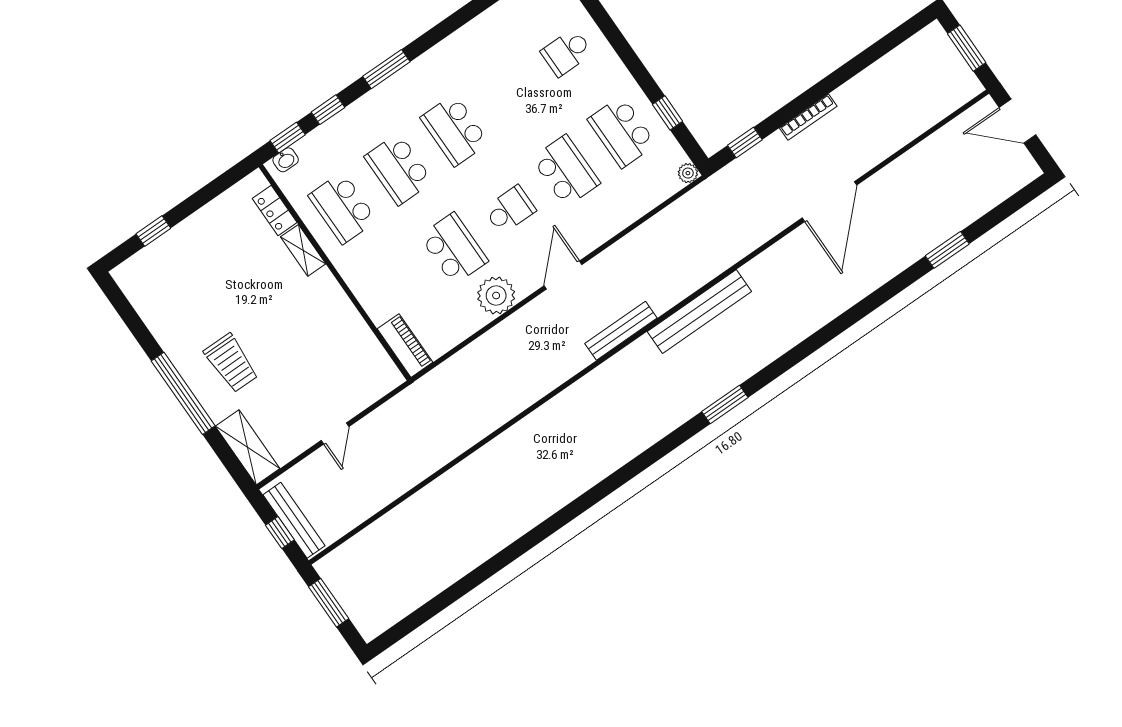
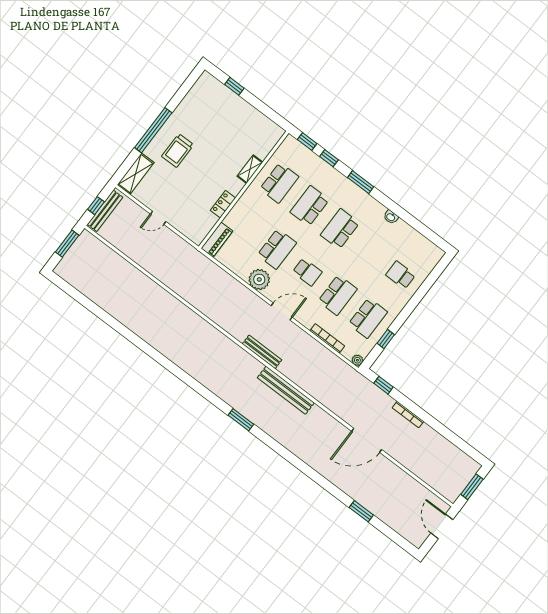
school desk: (622, 132) -> (368, 318), turned 180
washbasin: (286, 160) -> (391, 217), moved
school desk: (343, 208) -> (279, 183), turned 180
locker: (275, 211) -> (223, 204), moved
bookcase: (634, 212) -> (327, 338), added

